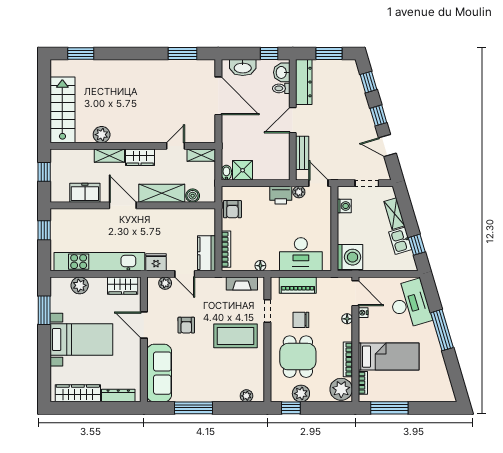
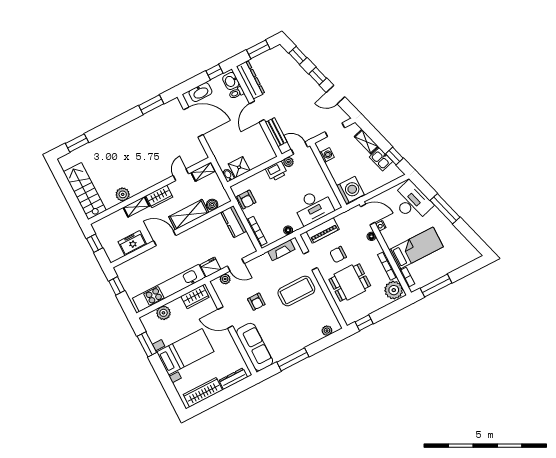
kitchen counter: (206, 253) -> (234, 222), moved
dining table: (298, 357) -> (350, 283), turned 90
plant: (301, 394) -> (366, 308), removed

